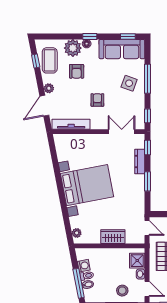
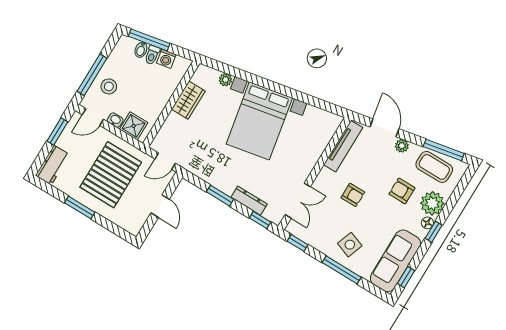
window: (36, 61) -> (444, 150), width x2.17
plant: (77, 233) -> (226, 80), moved
wardrobe: (113, 237) -> (188, 100), moved

